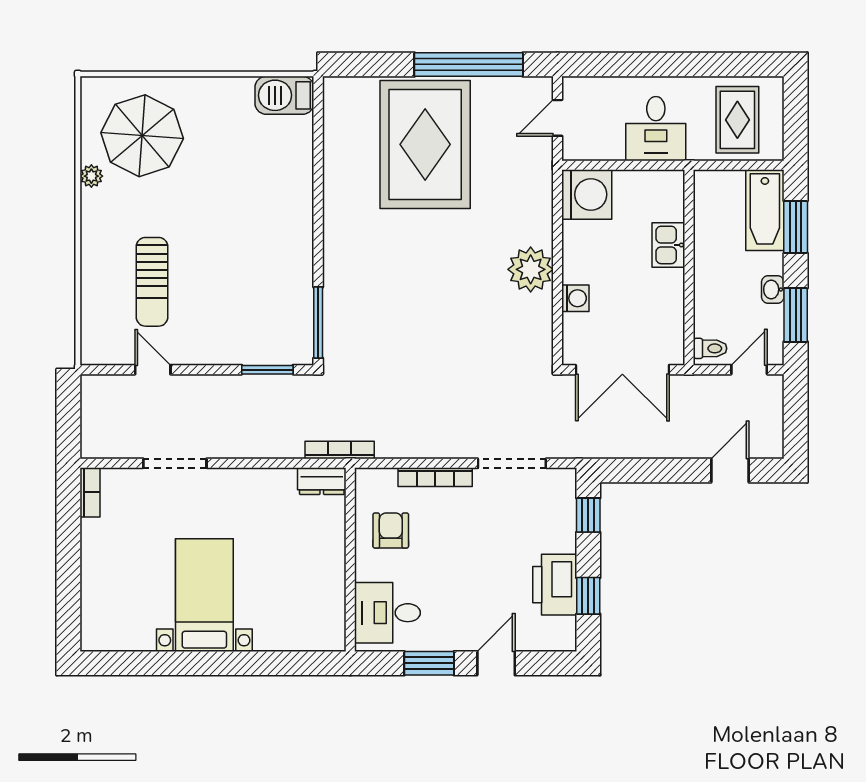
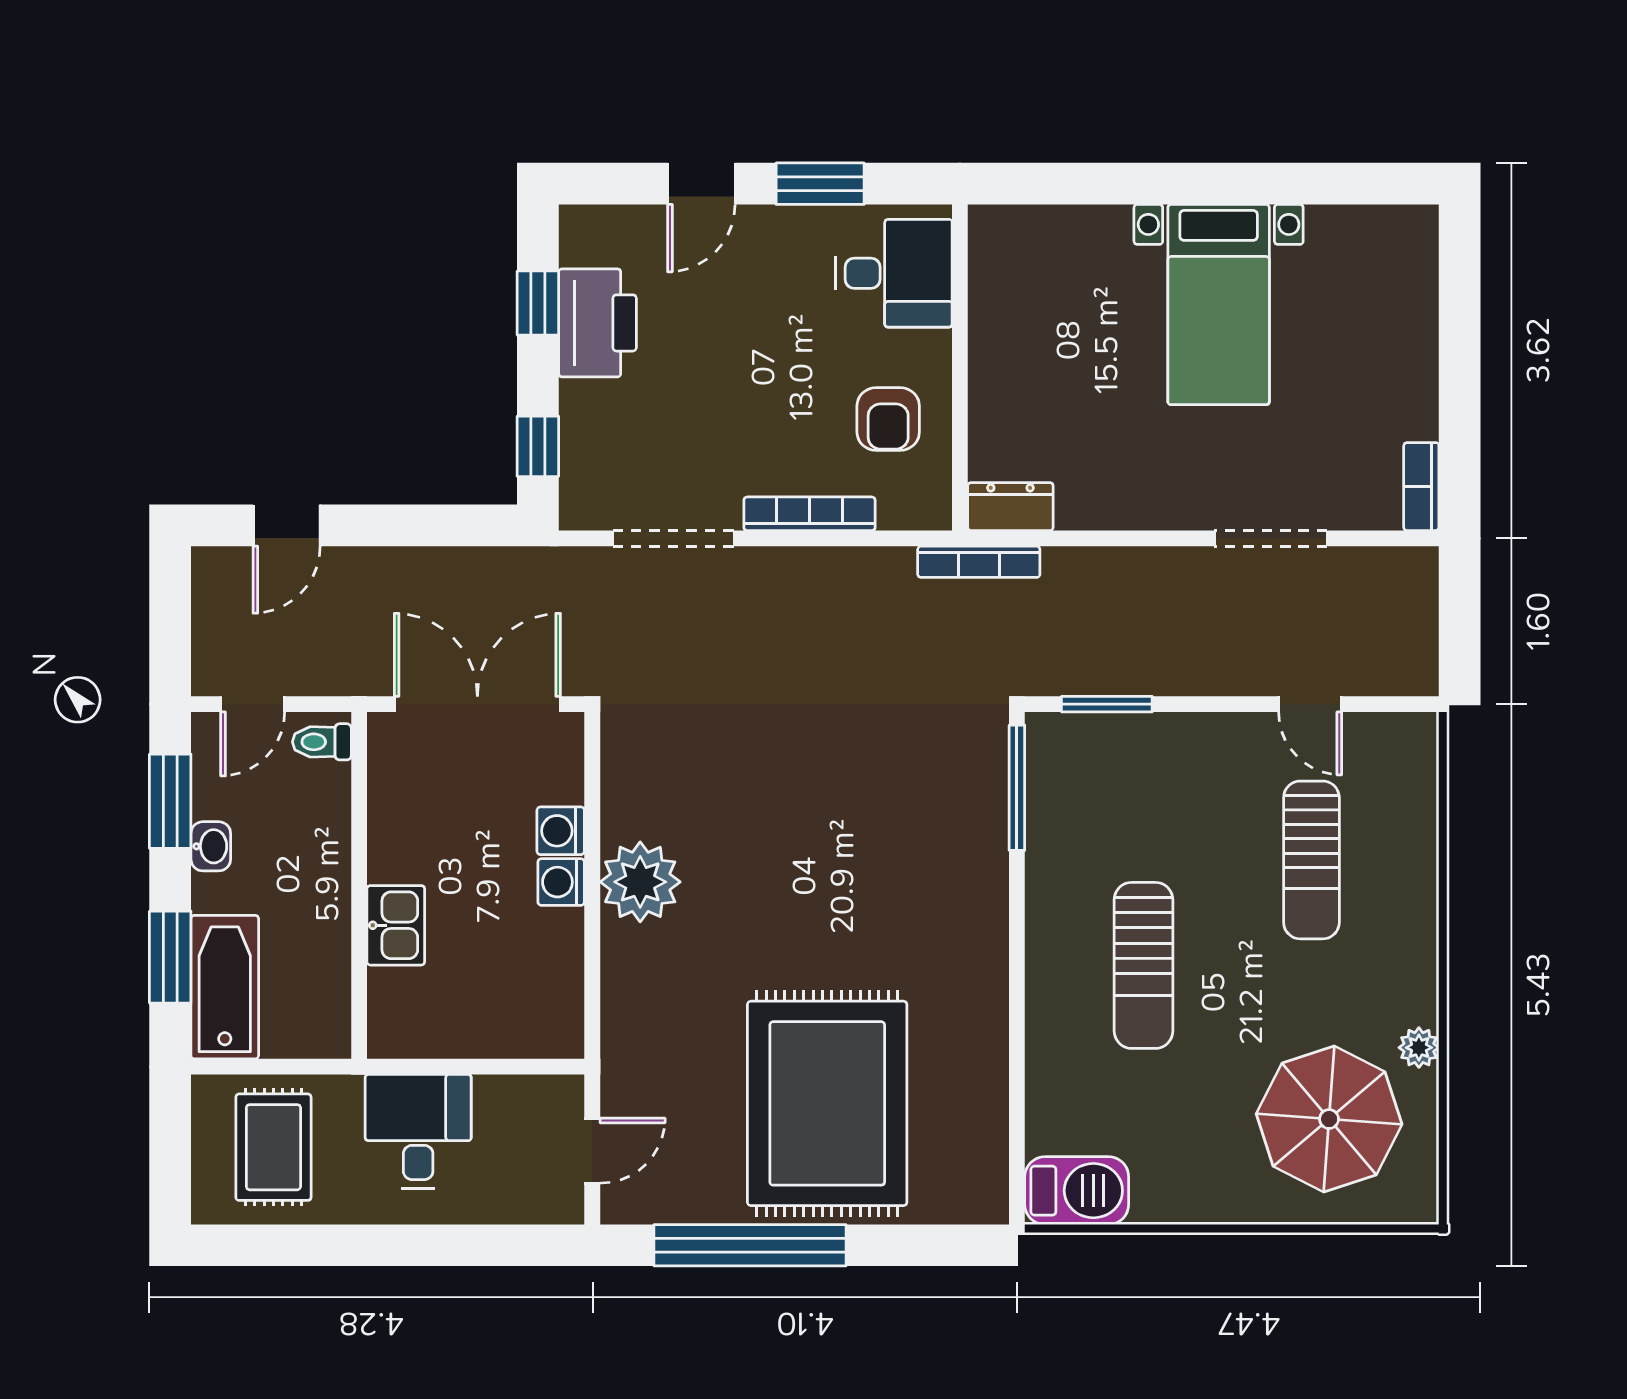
washing machine: (587, 194) -> (561, 882), moved, width x0.53, depth x0.53
sun lounger: (247, 222) -> (1143, 965), added
sun lounger: (152, 282) -> (1311, 860), turned 180

